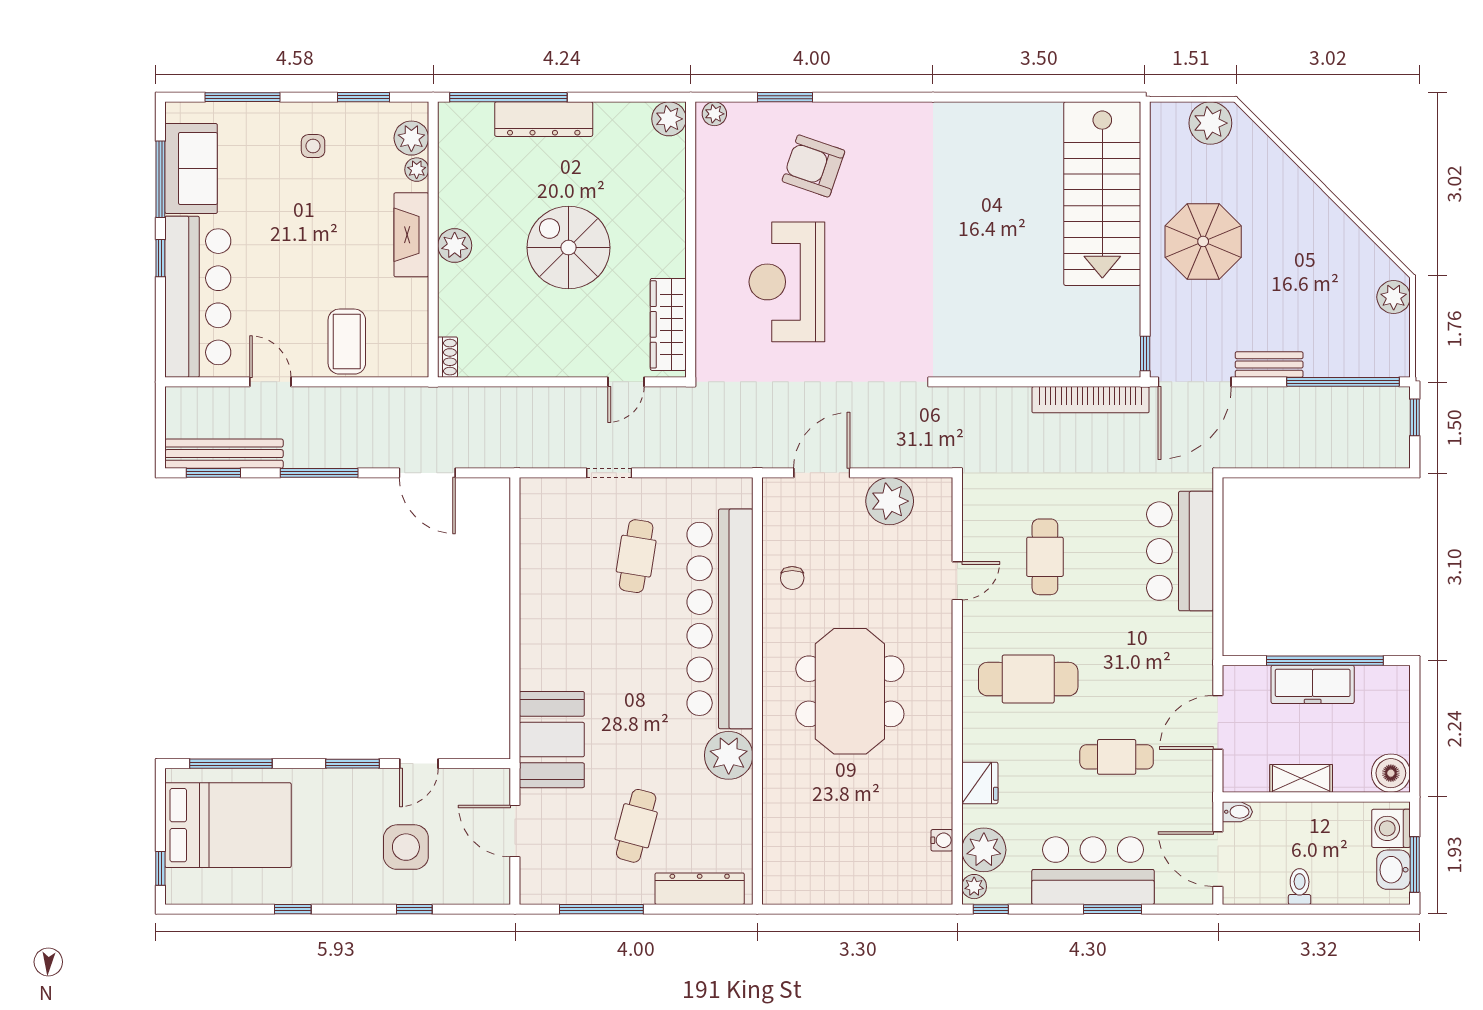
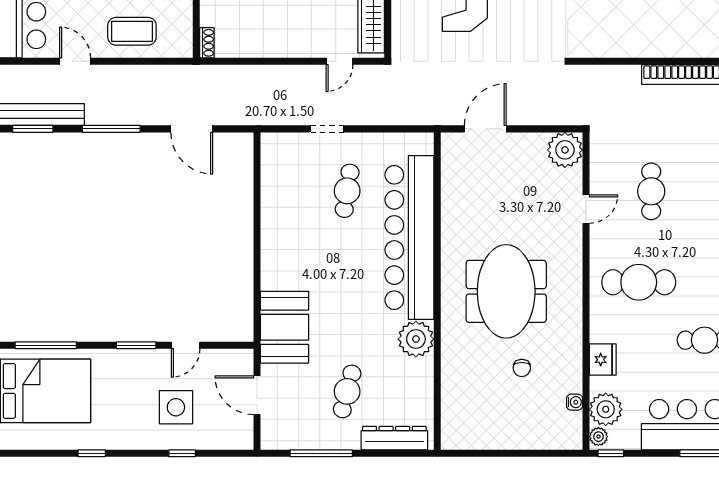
coffee table: (347, 342) -> (132, 31), turned 90
plant: (890, 501) -> (565, 150), moved
chair: (792, 578) -> (522, 368), moved

